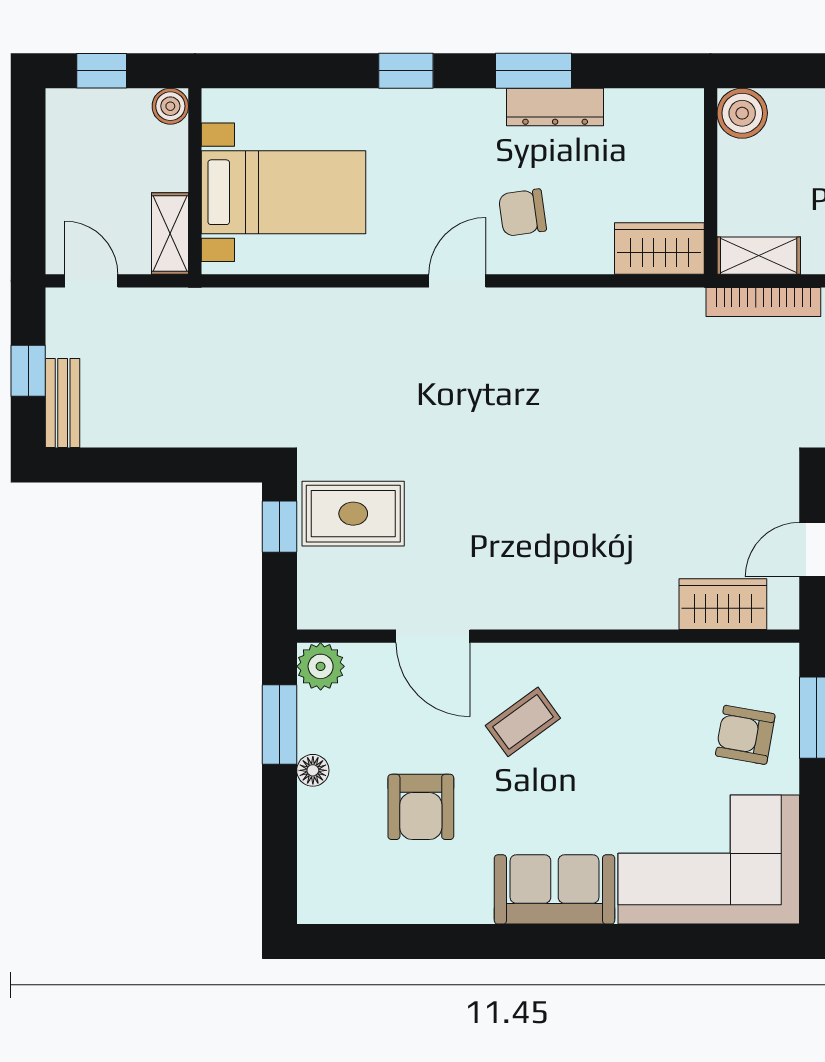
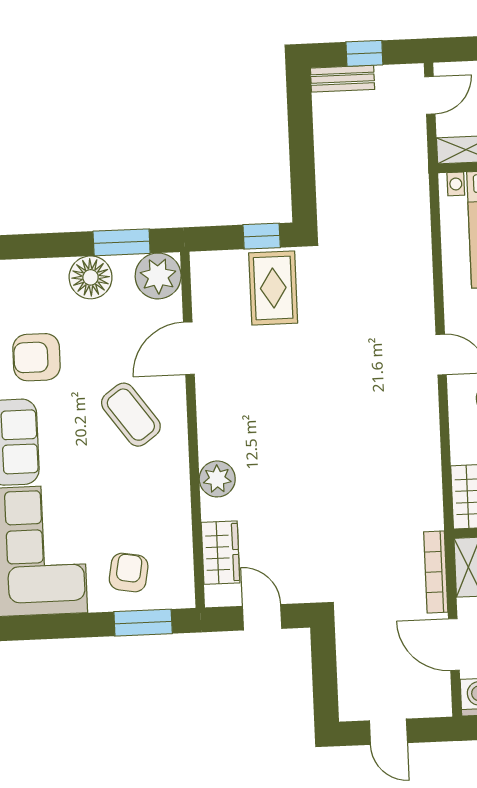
plant: (619, 604) -> (217, 479), added
plant: (321, 666) -> (158, 276), width x1.36, depth x1.36
coffee table: (523, 722) -> (131, 415), width x1.36, depth x1.30
floor lamp: (313, 770) -> (91, 277), width x1.89, depth x1.89
armchair: (421, 807) -> (37, 357), moved

